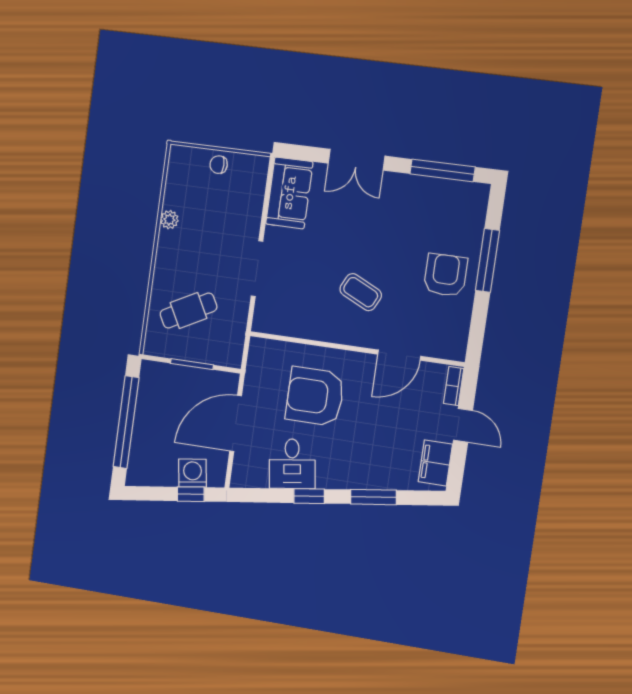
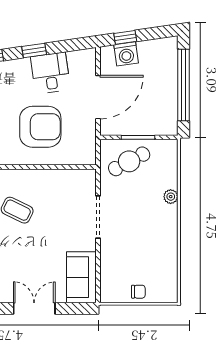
plant: (169, 220) -> (171, 197), moved
cafe table: (188, 311) -> (129, 161), moved

